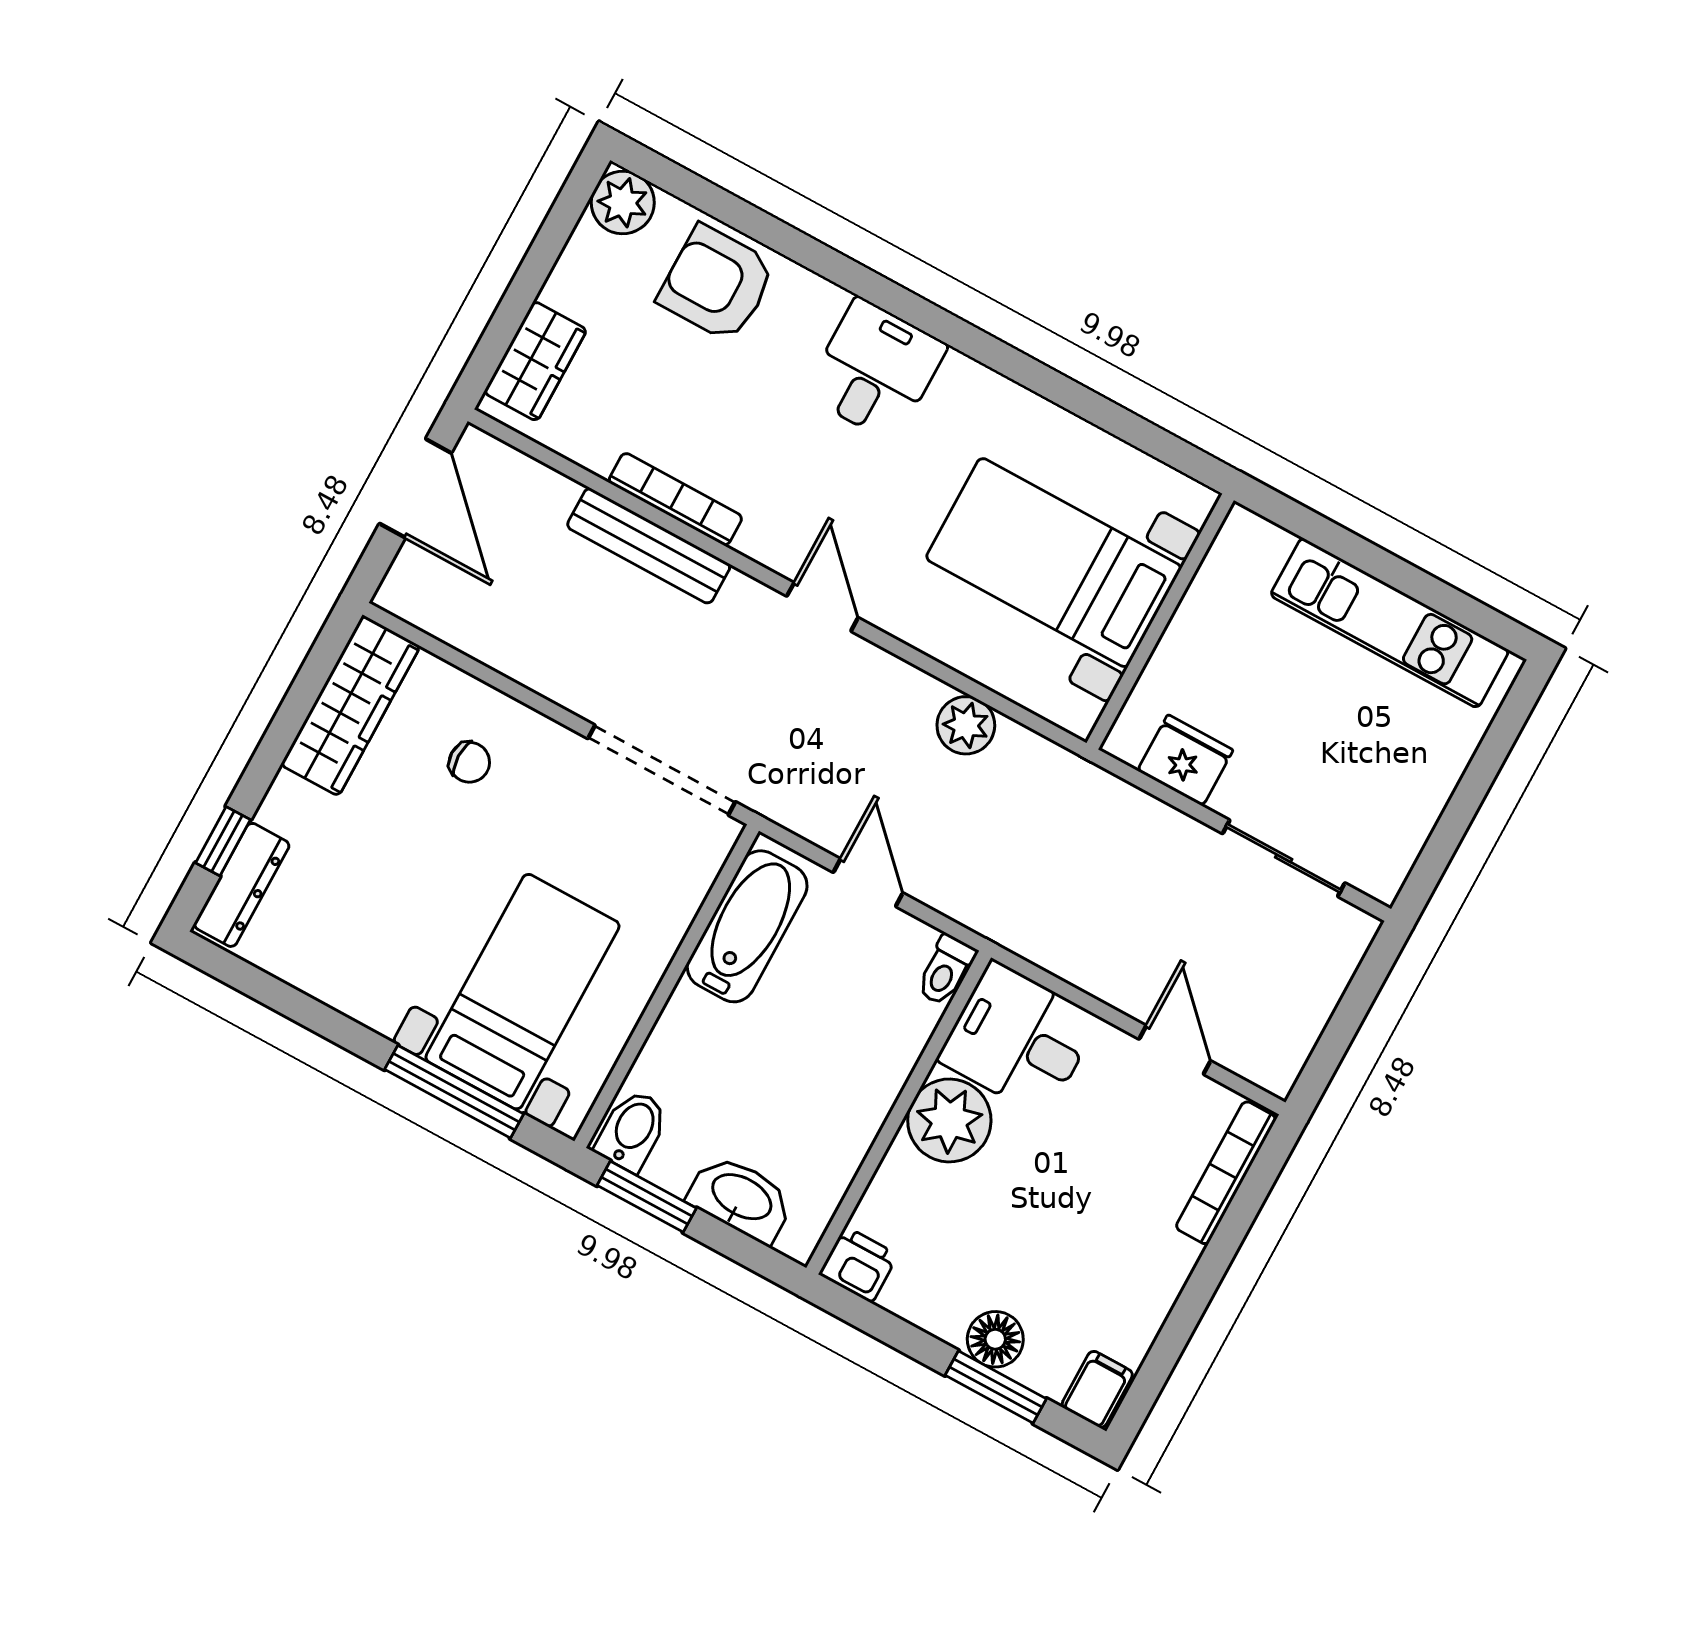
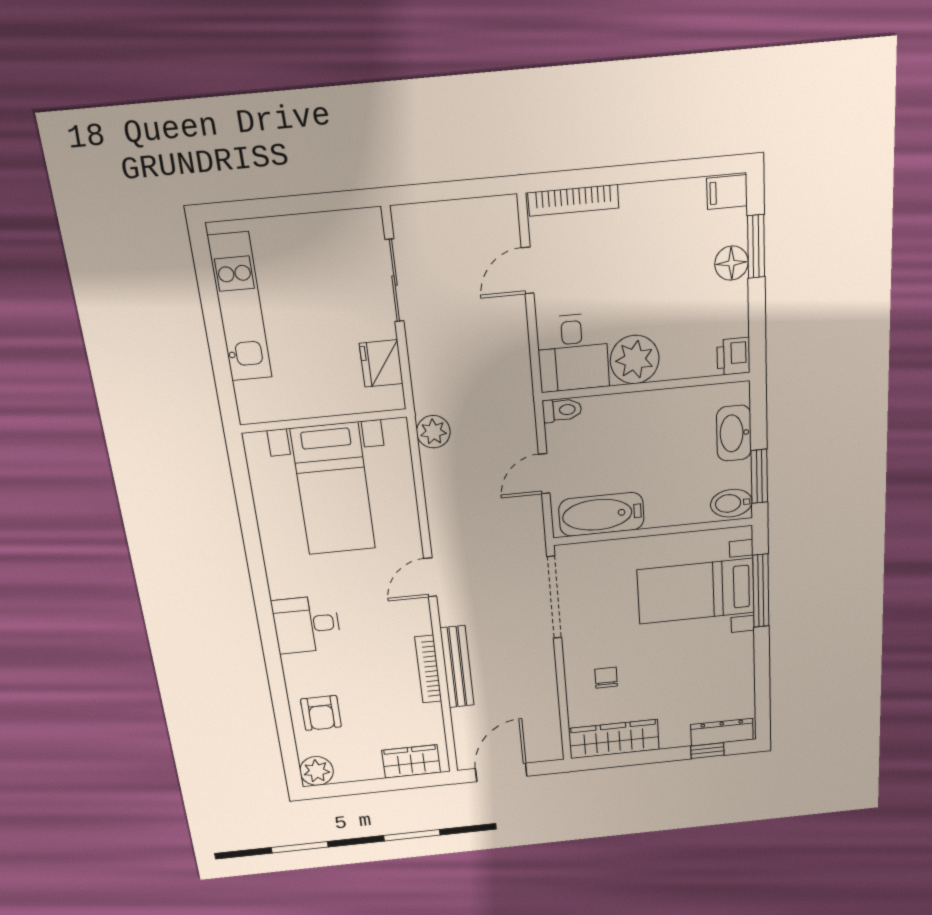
armchair: (717, 283) -> (321, 713), width x0.72, depth x0.72
plant: (966, 725) -> (433, 432), moved

